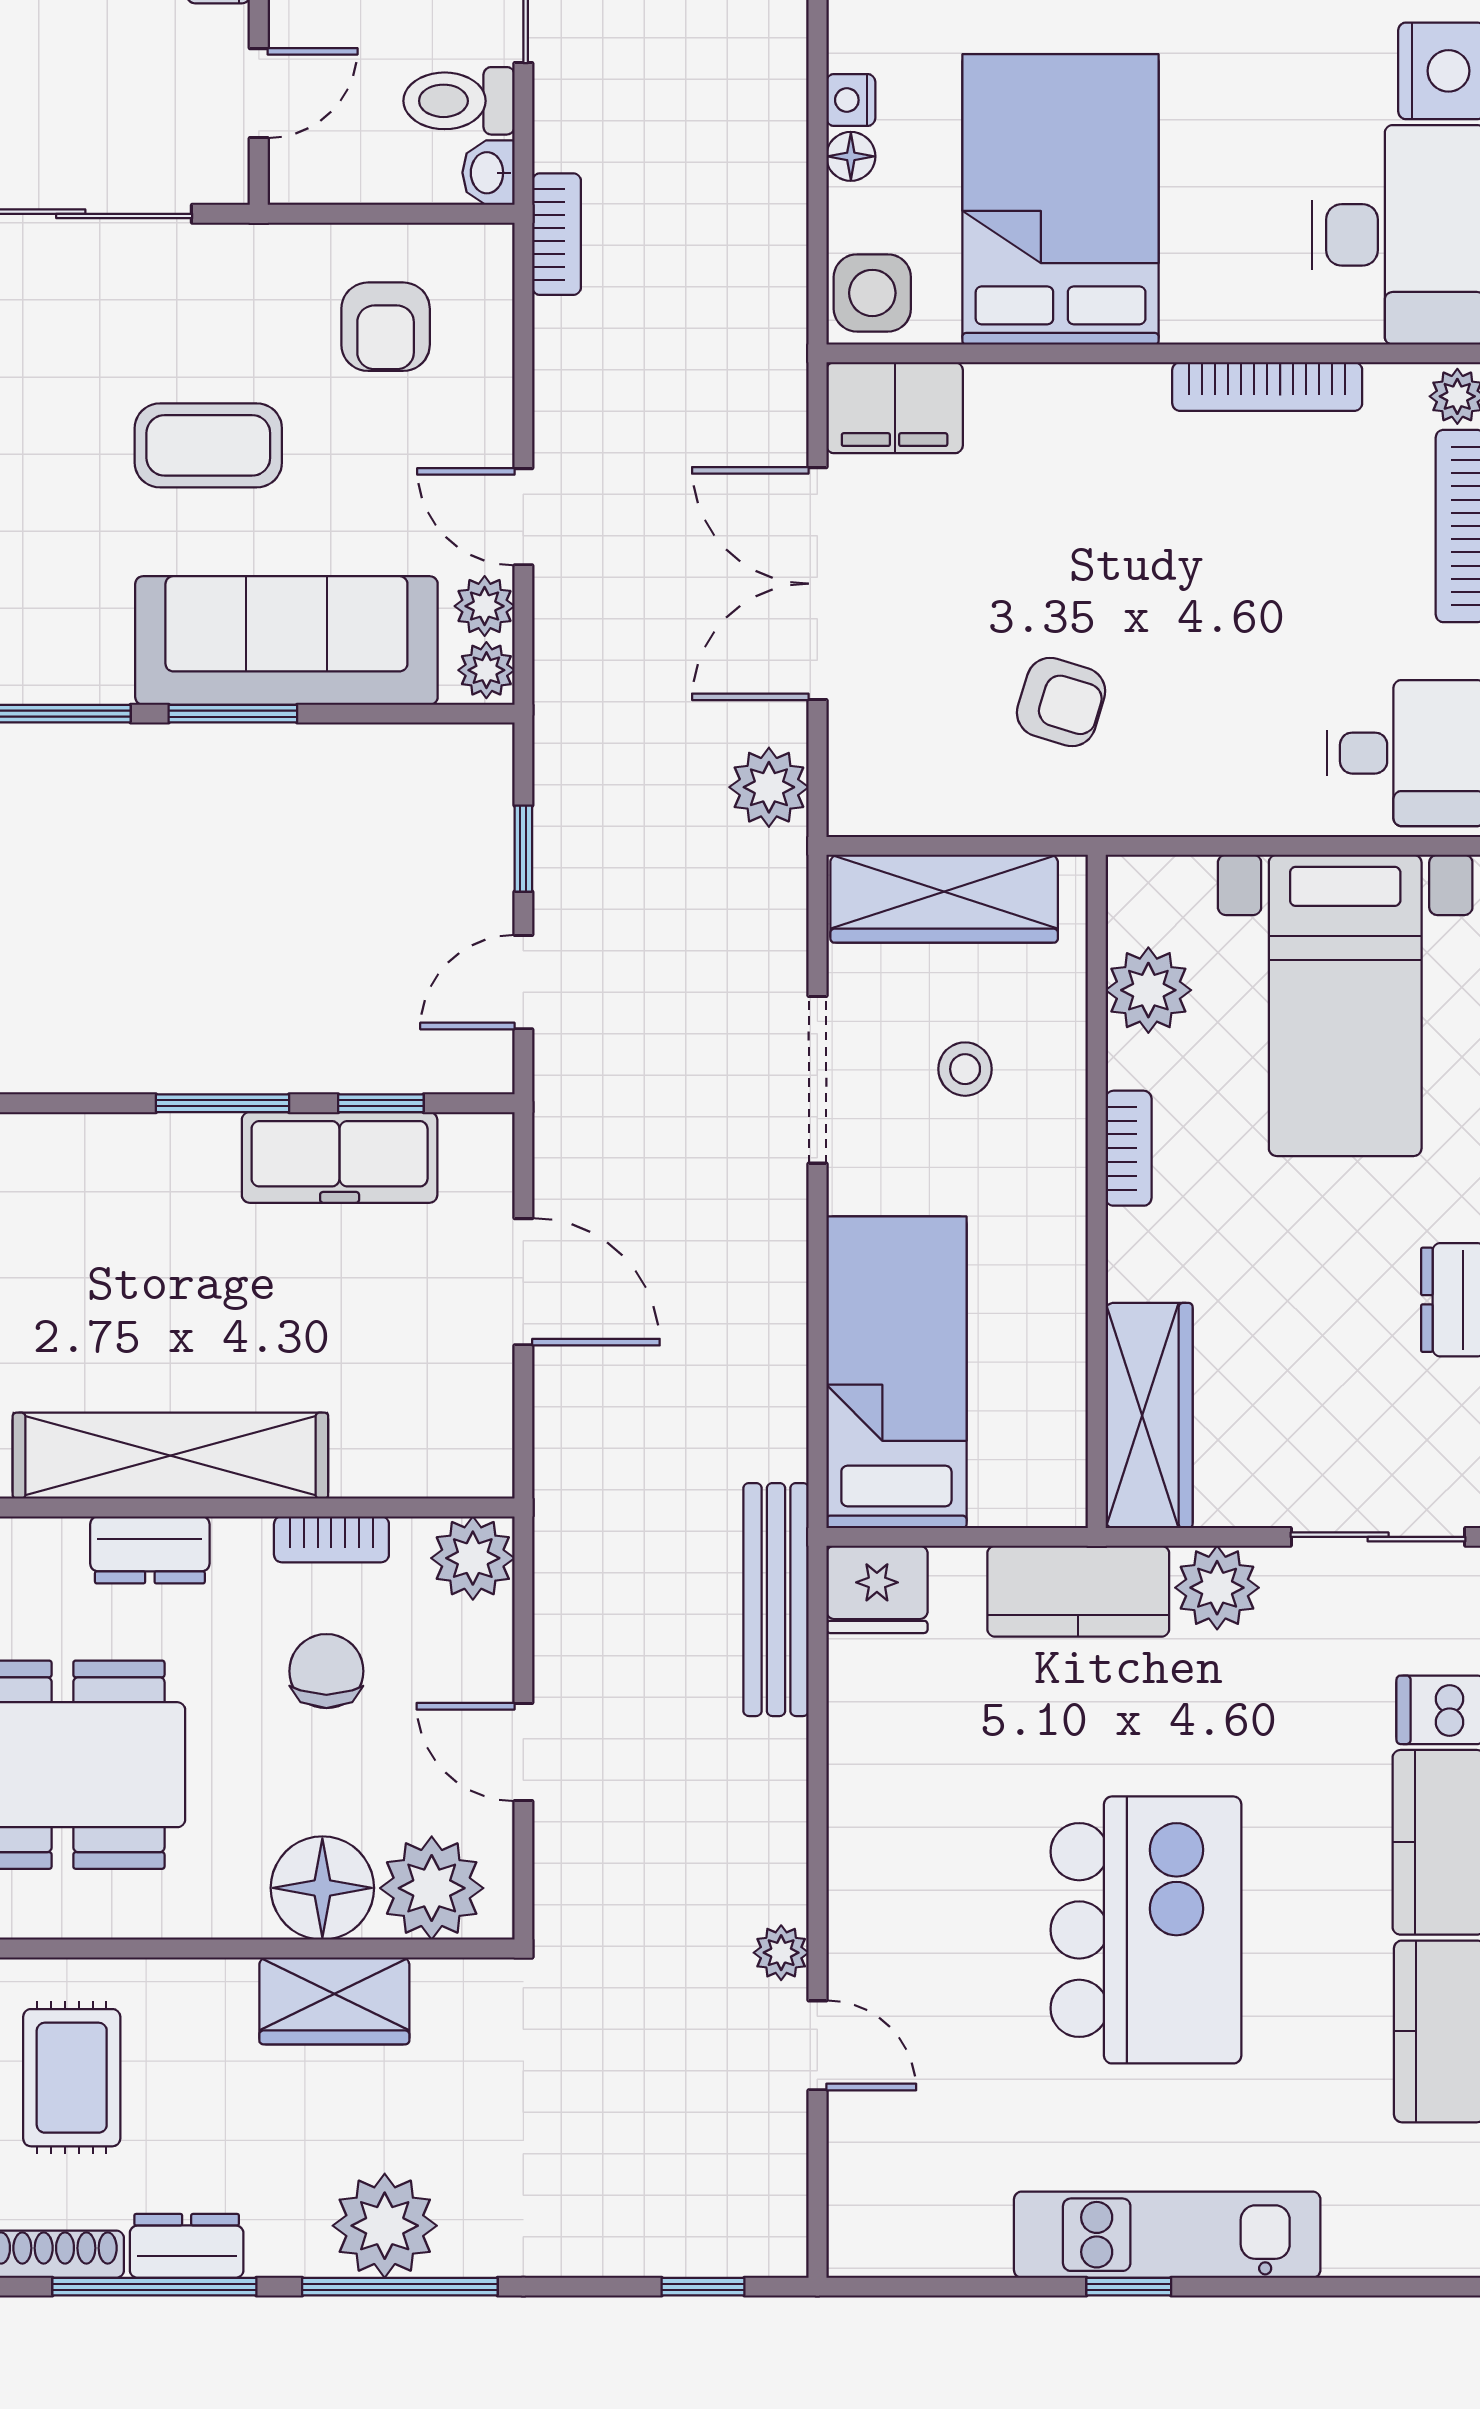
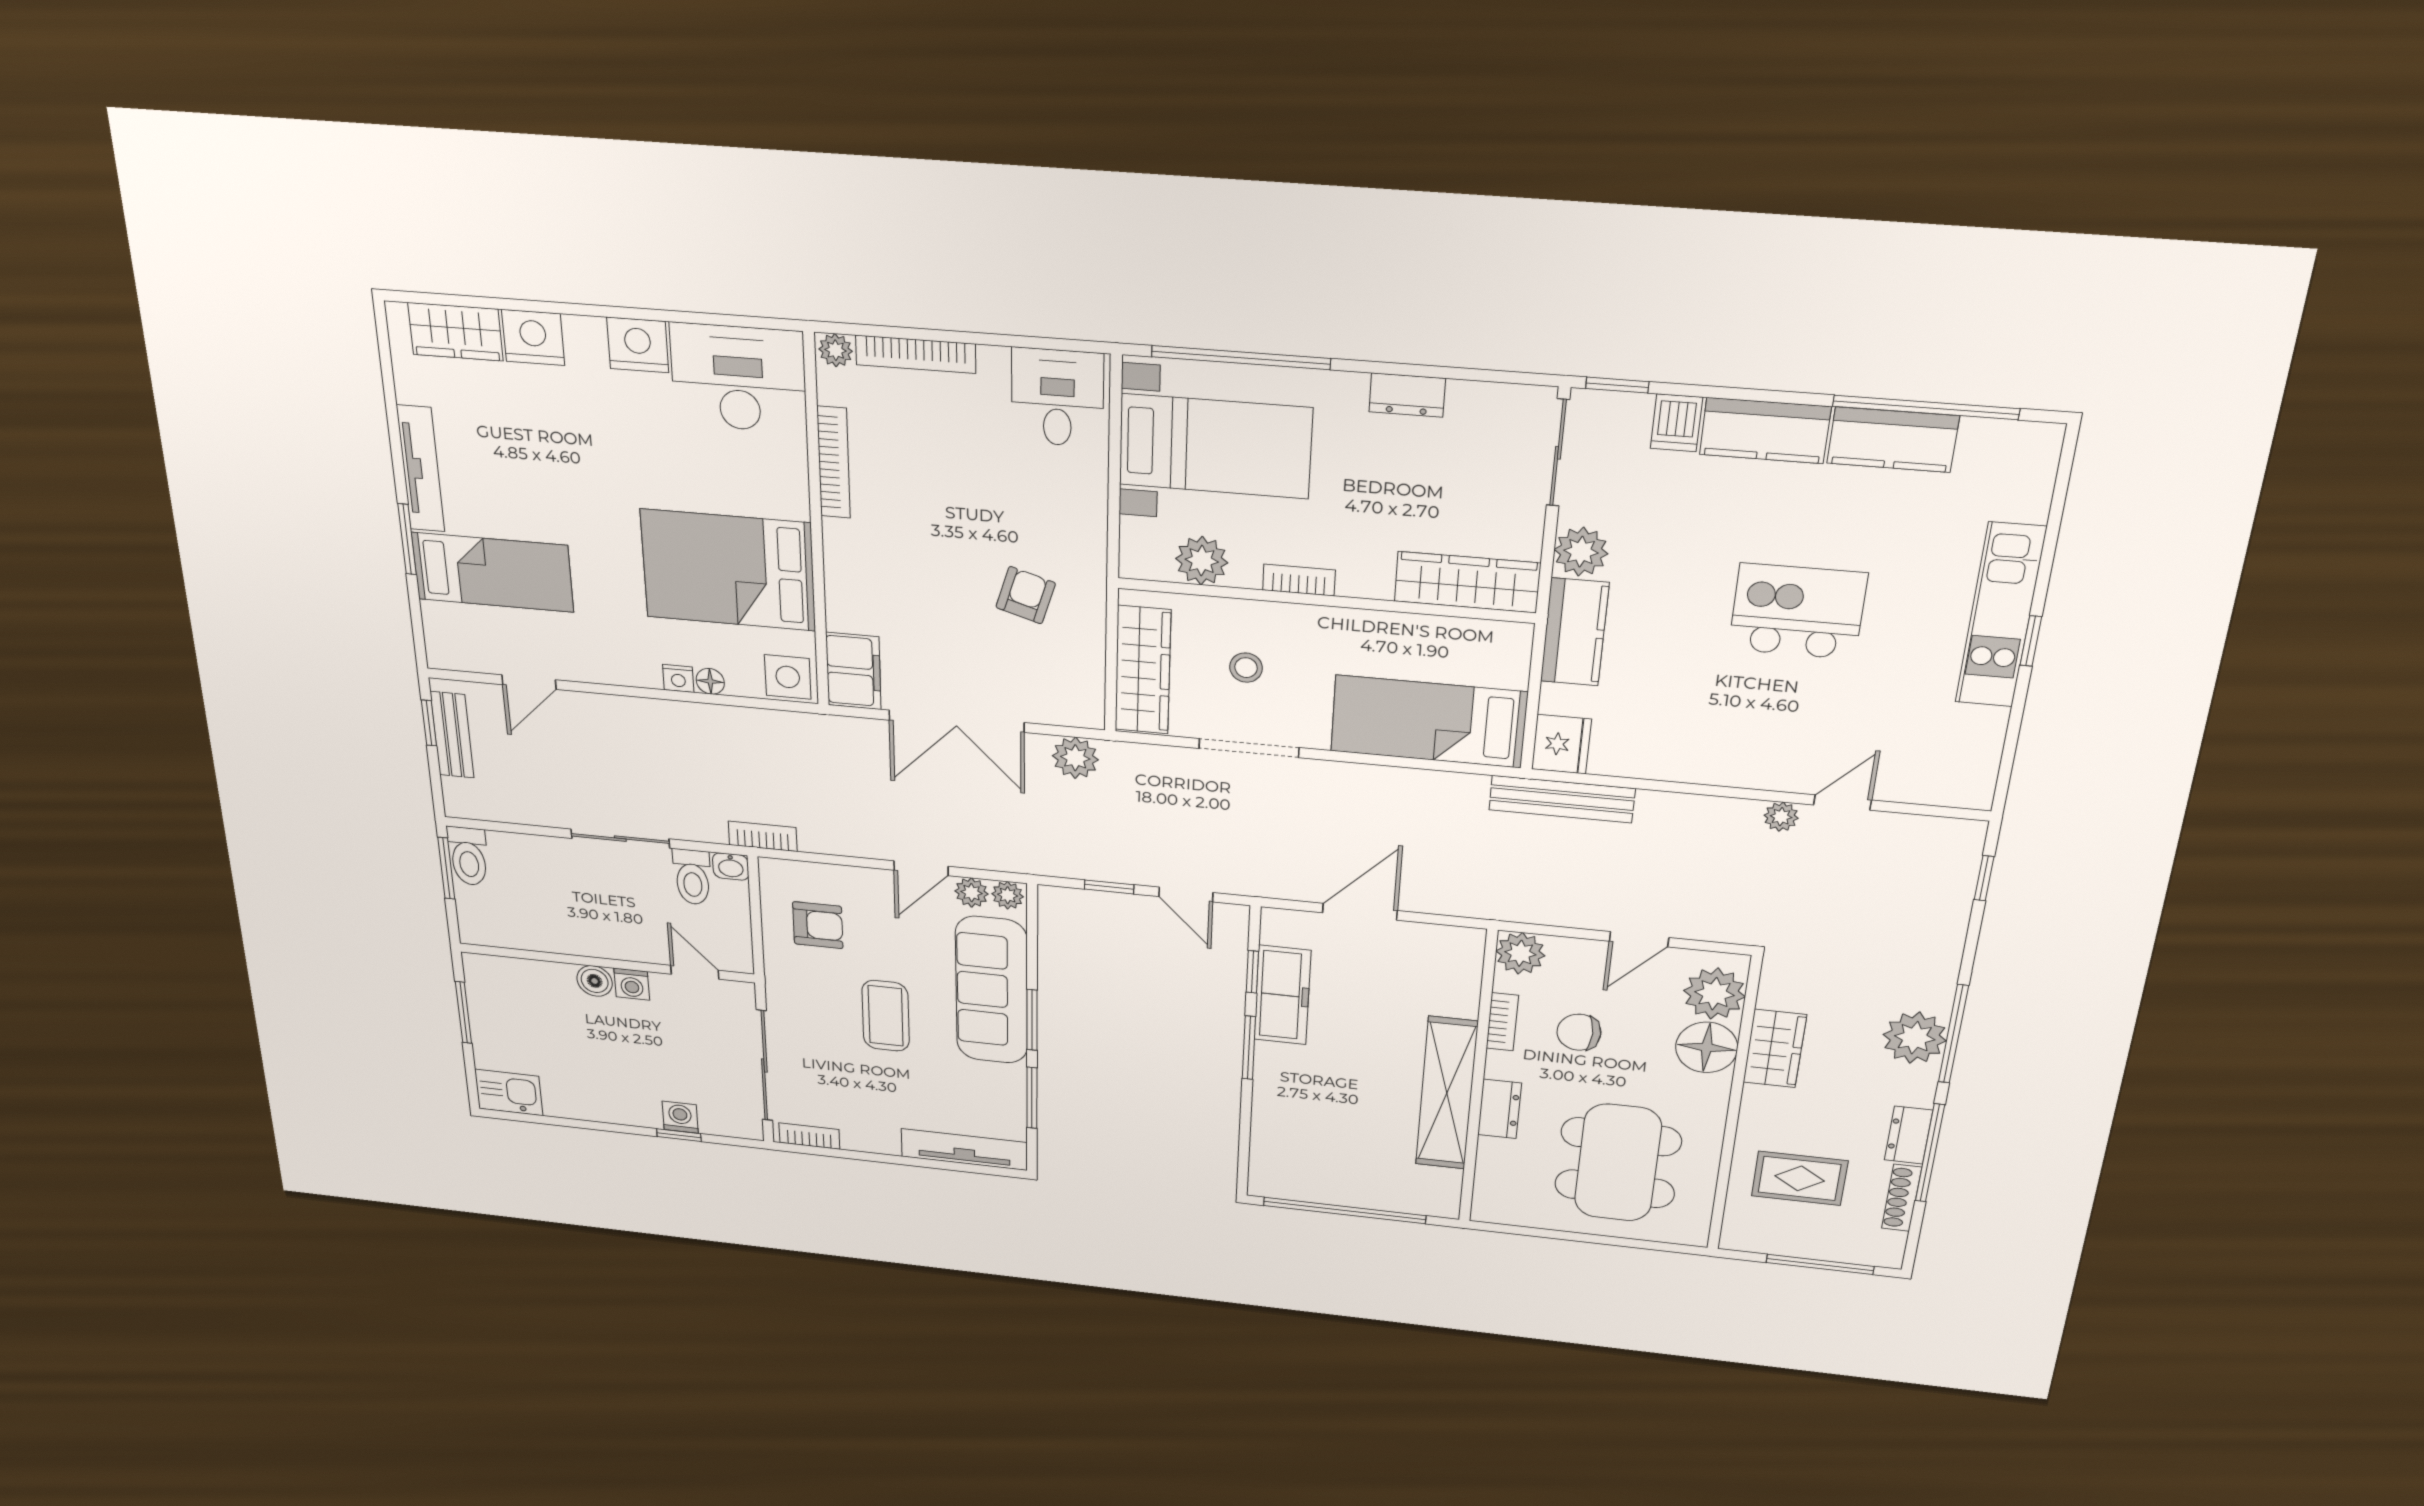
kitchen island: (1146, 1930) -> (1798, 611), width x0.73, depth x0.78

